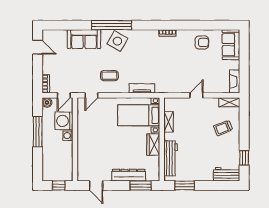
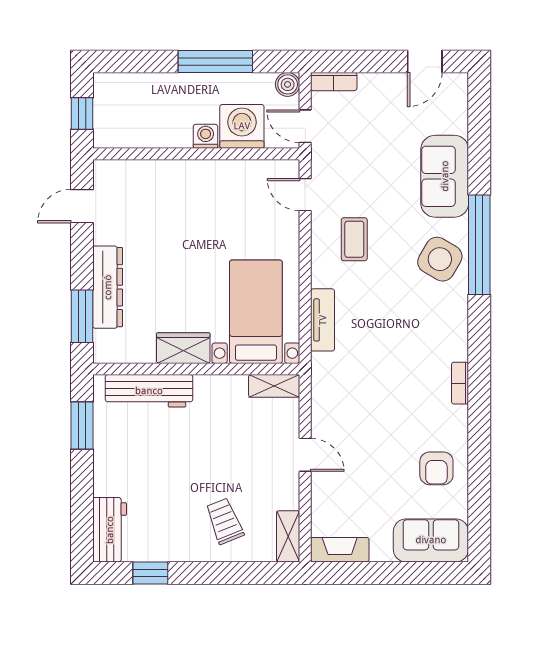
shelving: (169, 122) -> (274, 386), moved

